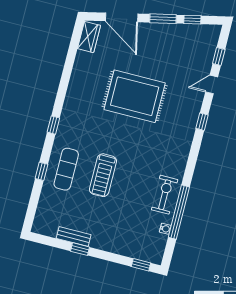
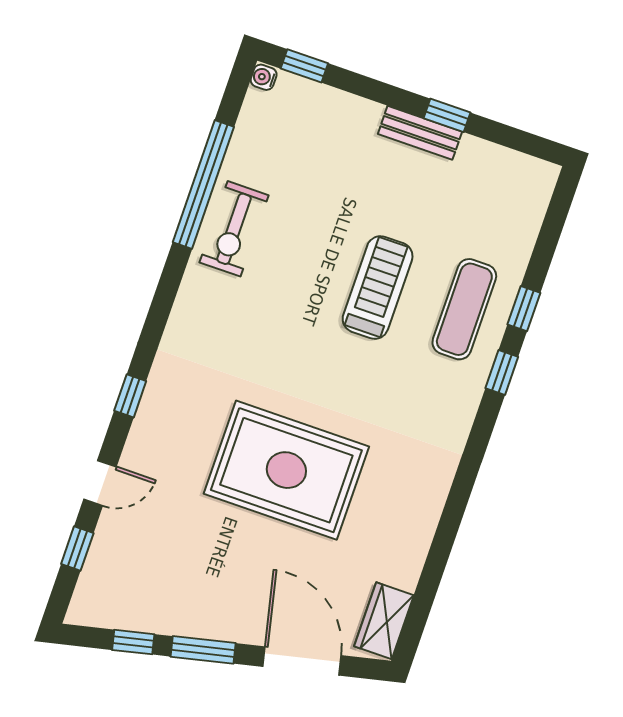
window: (53, 125) -> (502, 372), moved
water cooler: (165, 229) -> (264, 77), moved
bench: (74, 237) -> (420, 133), moved

